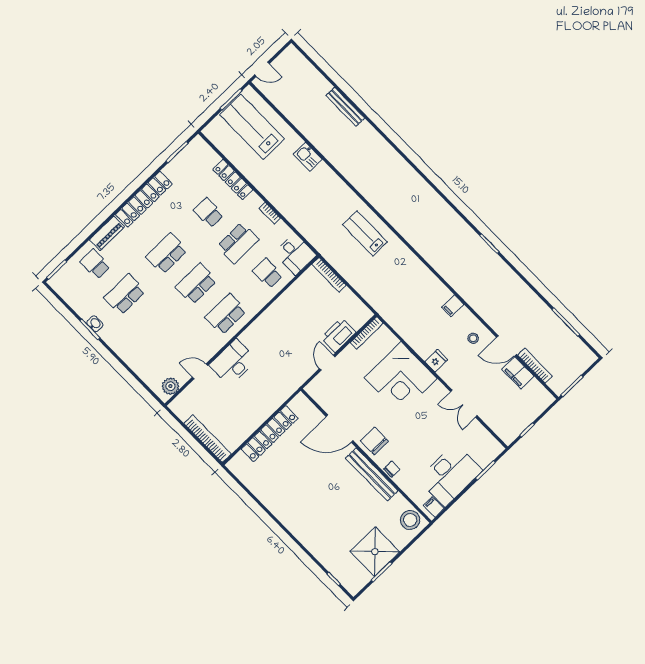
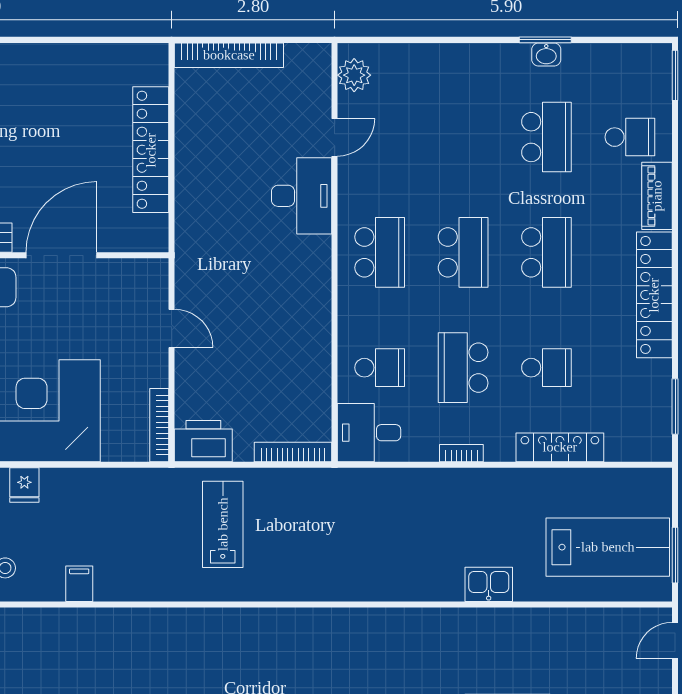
lab bench: (365, 233) -> (223, 524), moved, turned -90
printer: (338, 335) -> (203, 441), moved, turned -90

